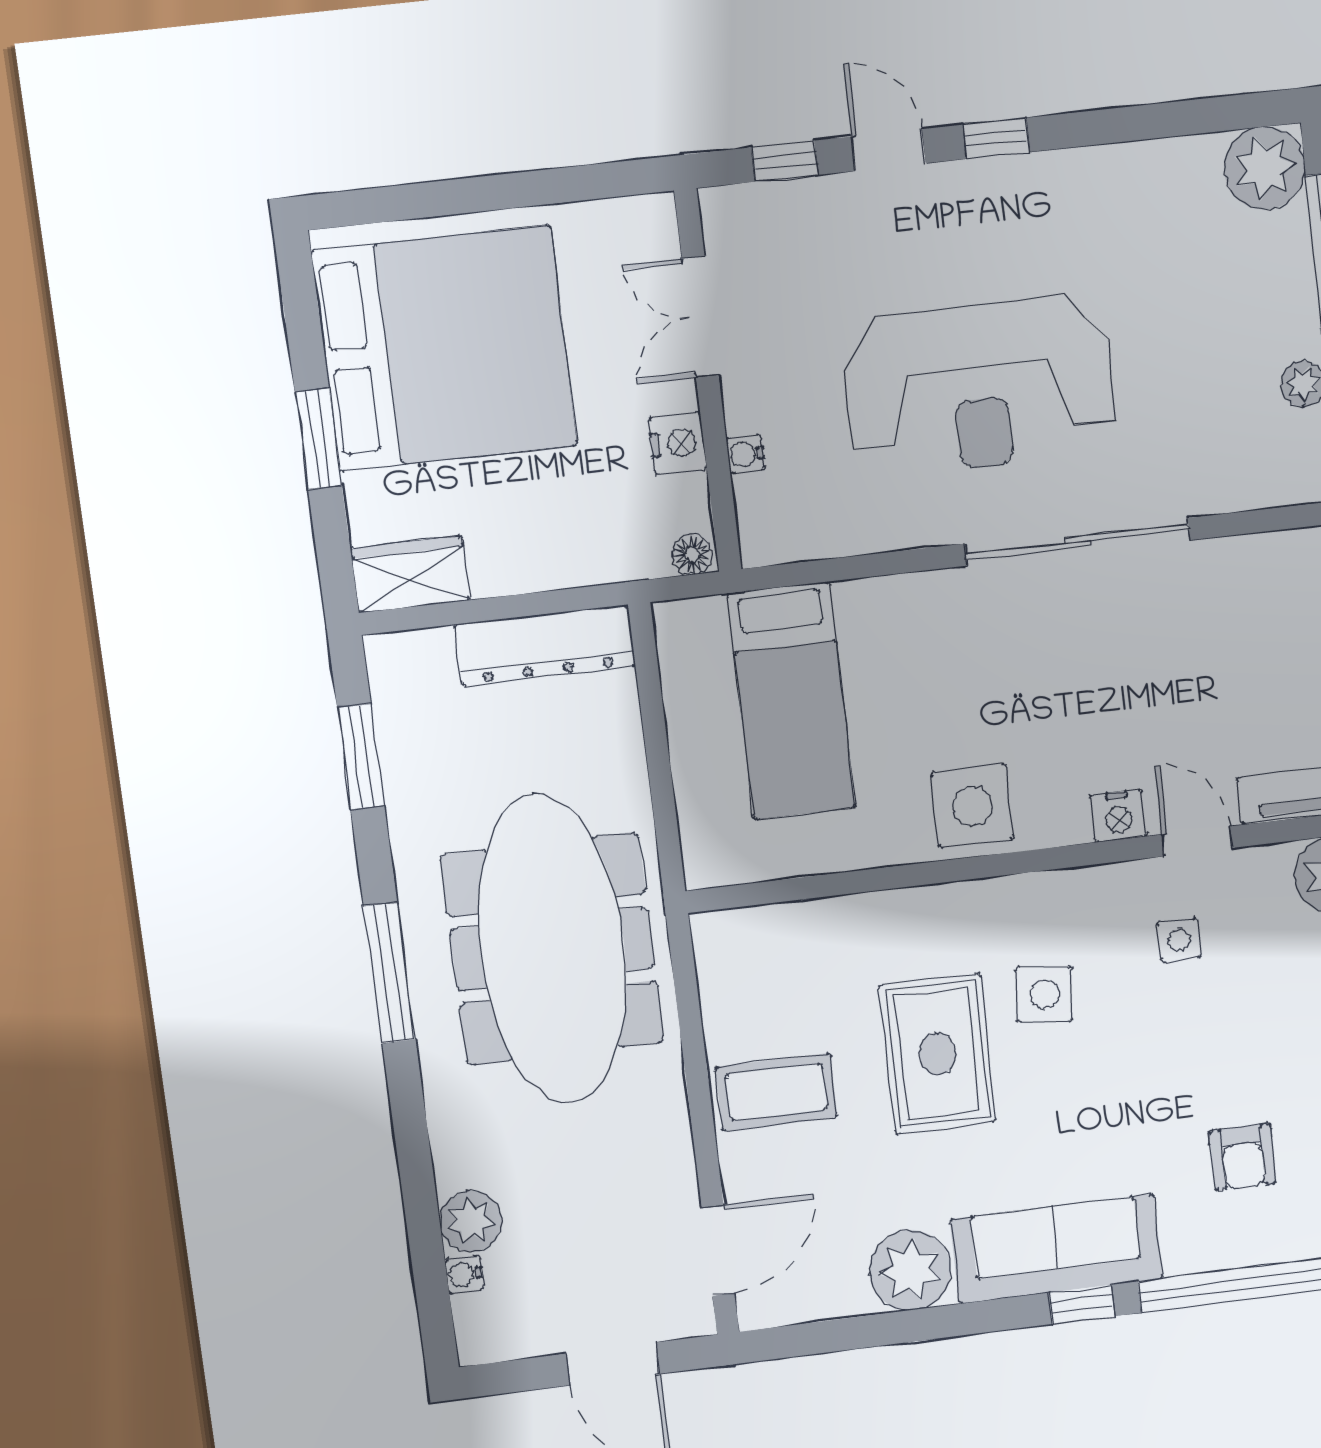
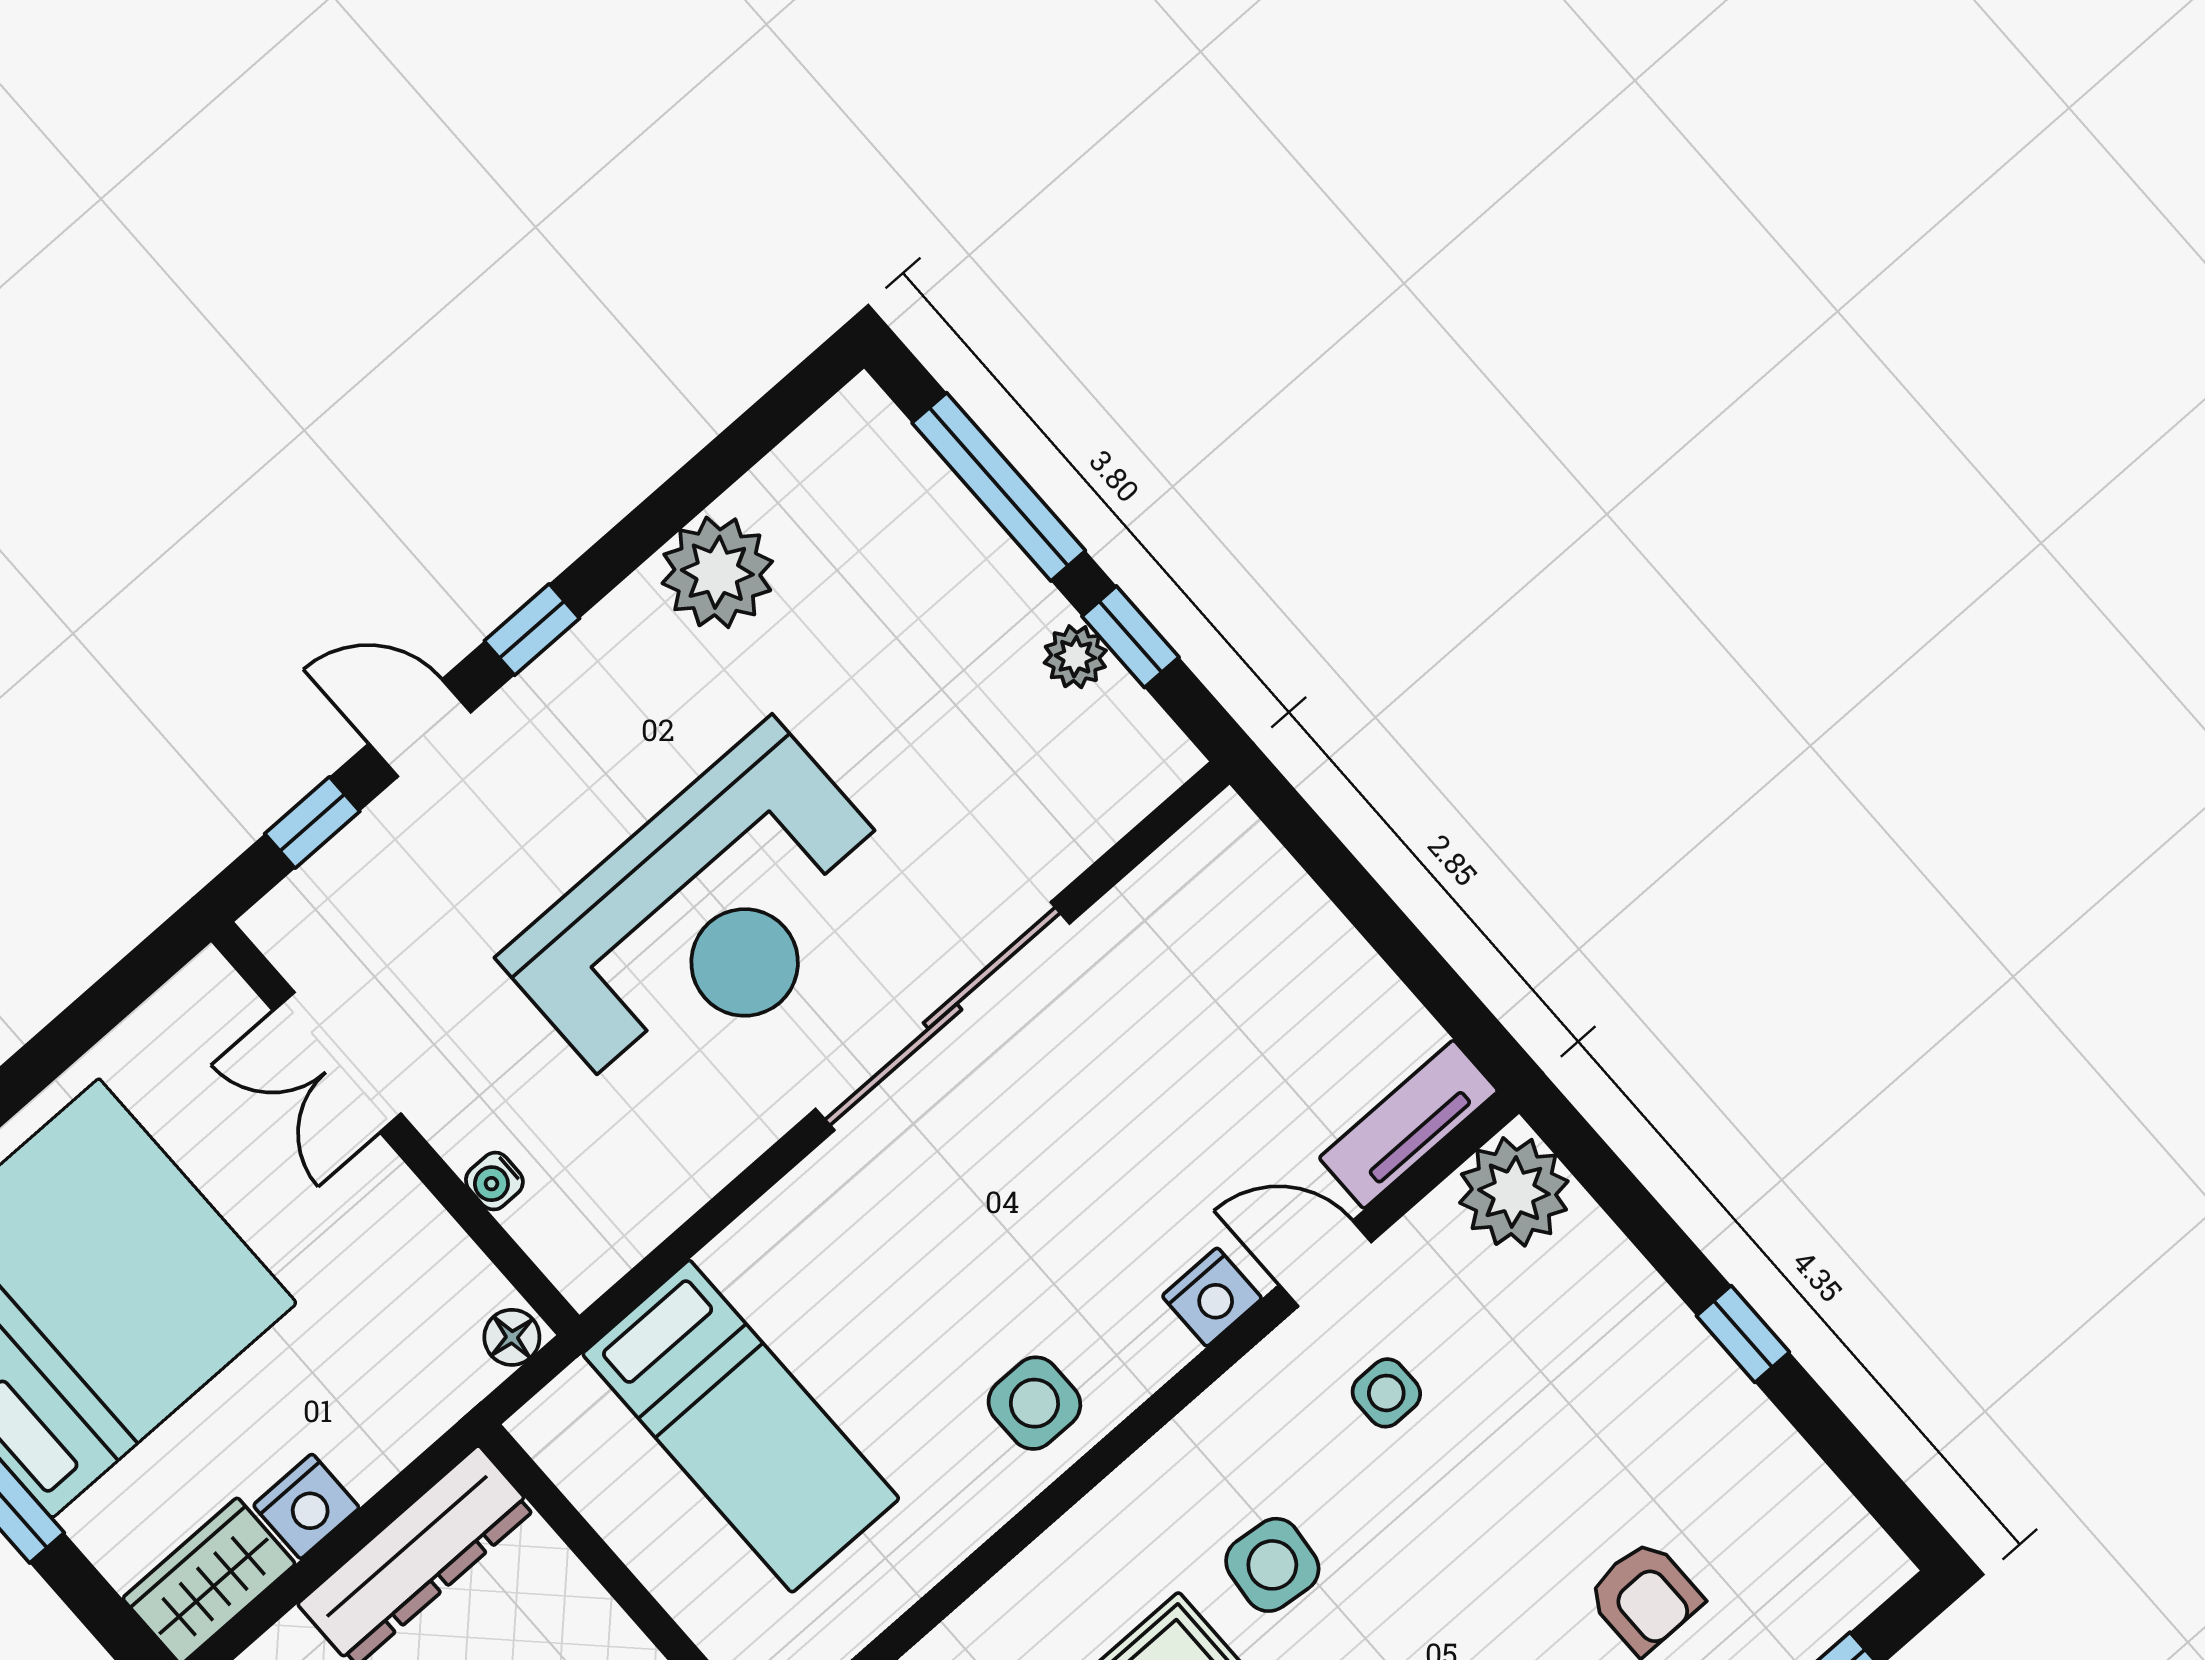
plant: (1265, 168) -> (717, 572), moved
nightstand: (677, 443) -> (306, 1506), moved, turned 90
side table: (973, 806) -> (1034, 1403), width x0.73, depth x0.73

